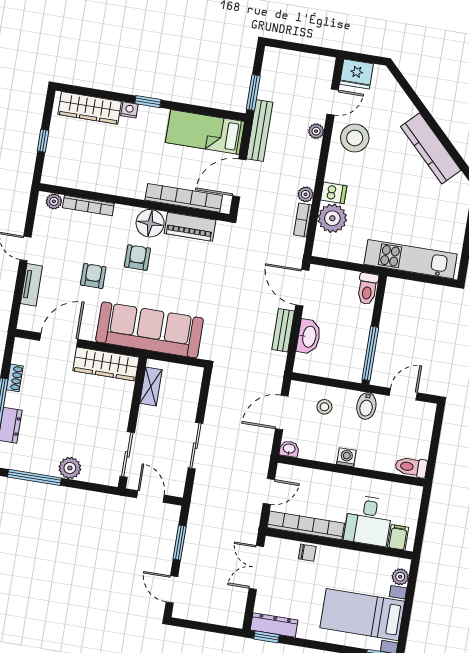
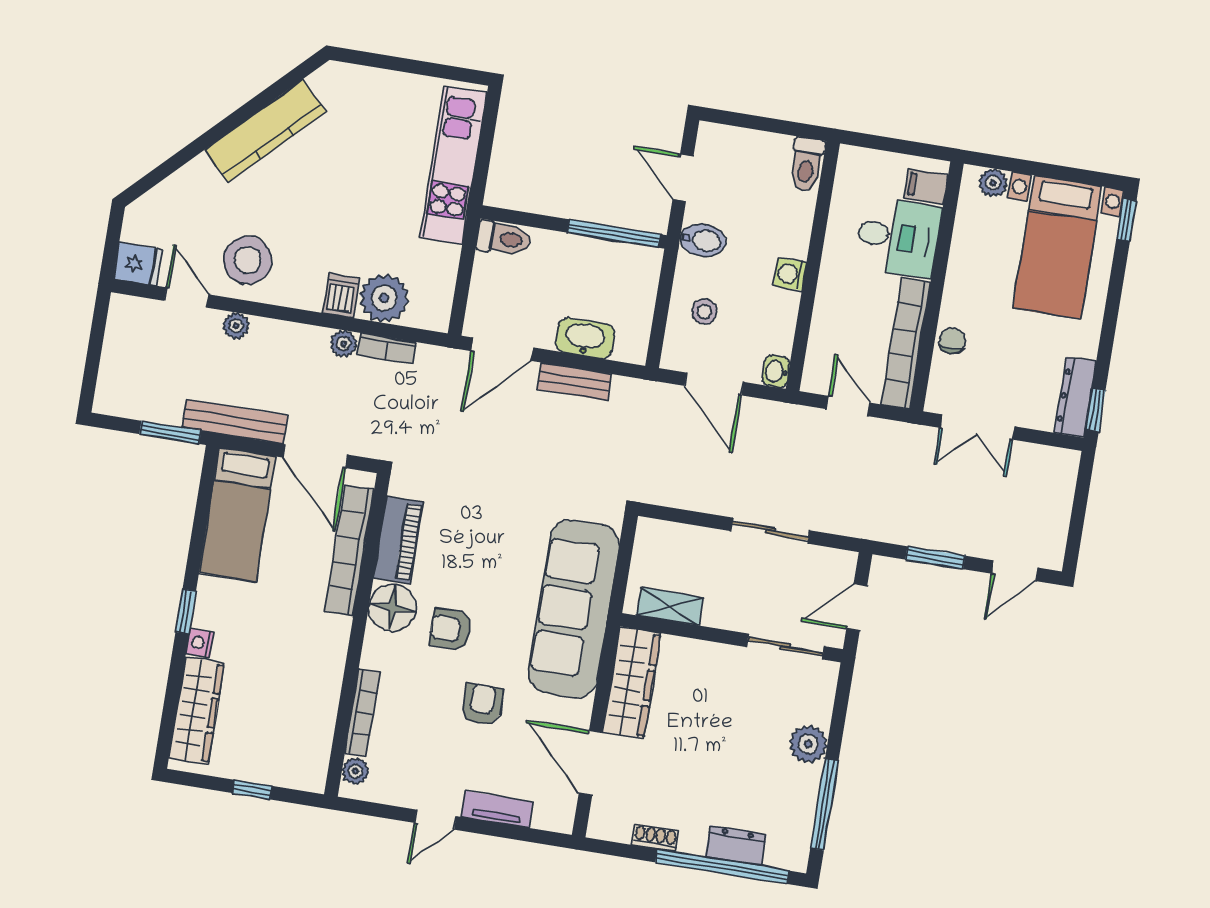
fridge: (357, 74) -> (138, 264), width x0.72
armchair: (93, 276) -> (482, 704), turned 90

